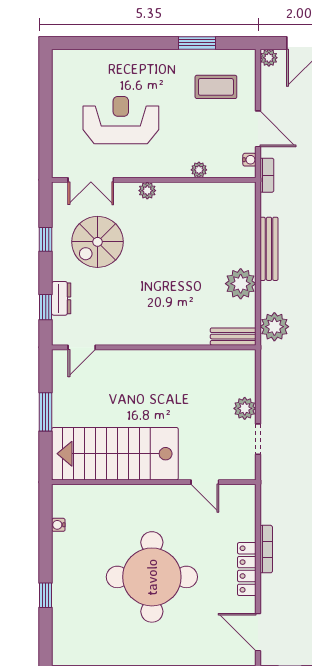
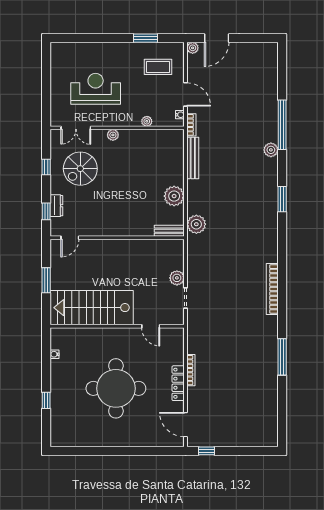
bench: (269, 249) -> (193, 158), moved

